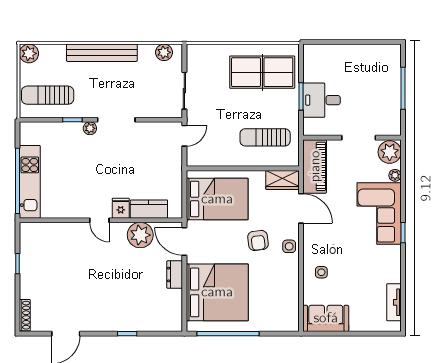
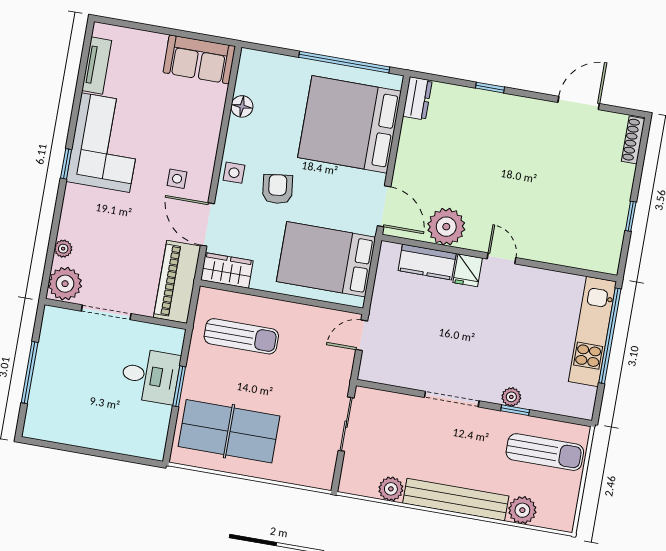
plant: (164, 52) -> (391, 489), moved
plant: (29, 53) -> (522, 510), moved
plant: (90, 128) -> (511, 397), moved
door: (184, 136) -> (362, 335), moved
corner sofa: (379, 214) -> (105, 143), moved
side table: (321, 272) -> (177, 179), moved
dresser: (175, 275) -> (417, 98), moved
floor lamp: (292, 292) -> (242, 106), added

